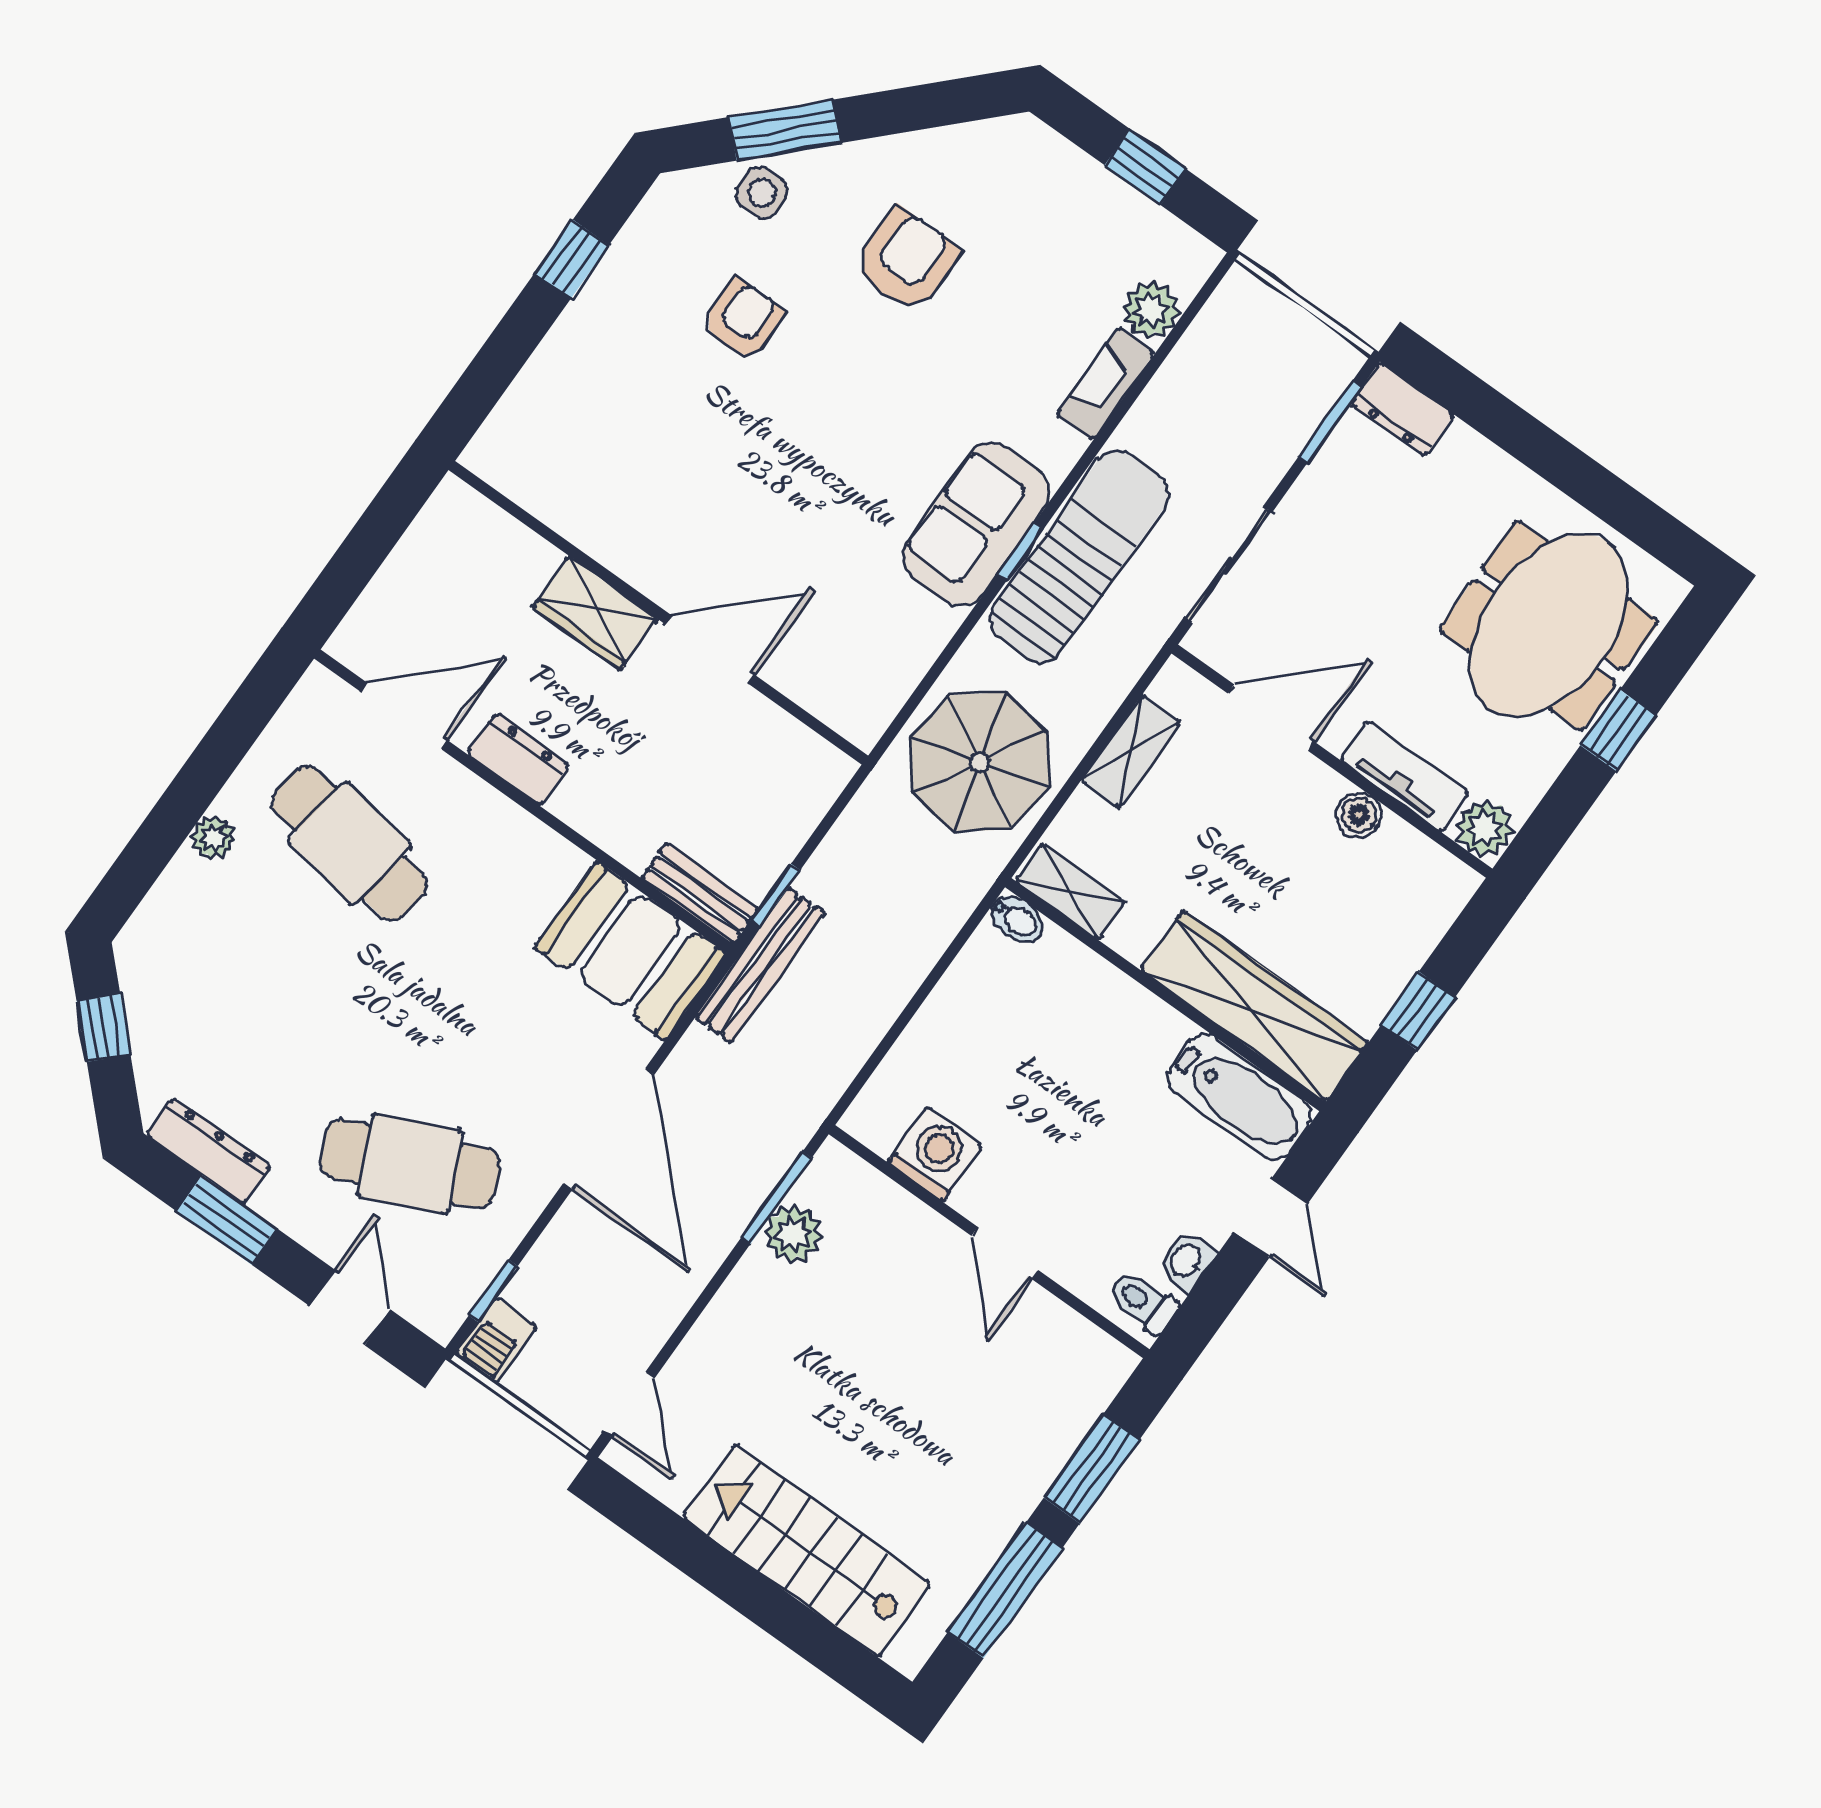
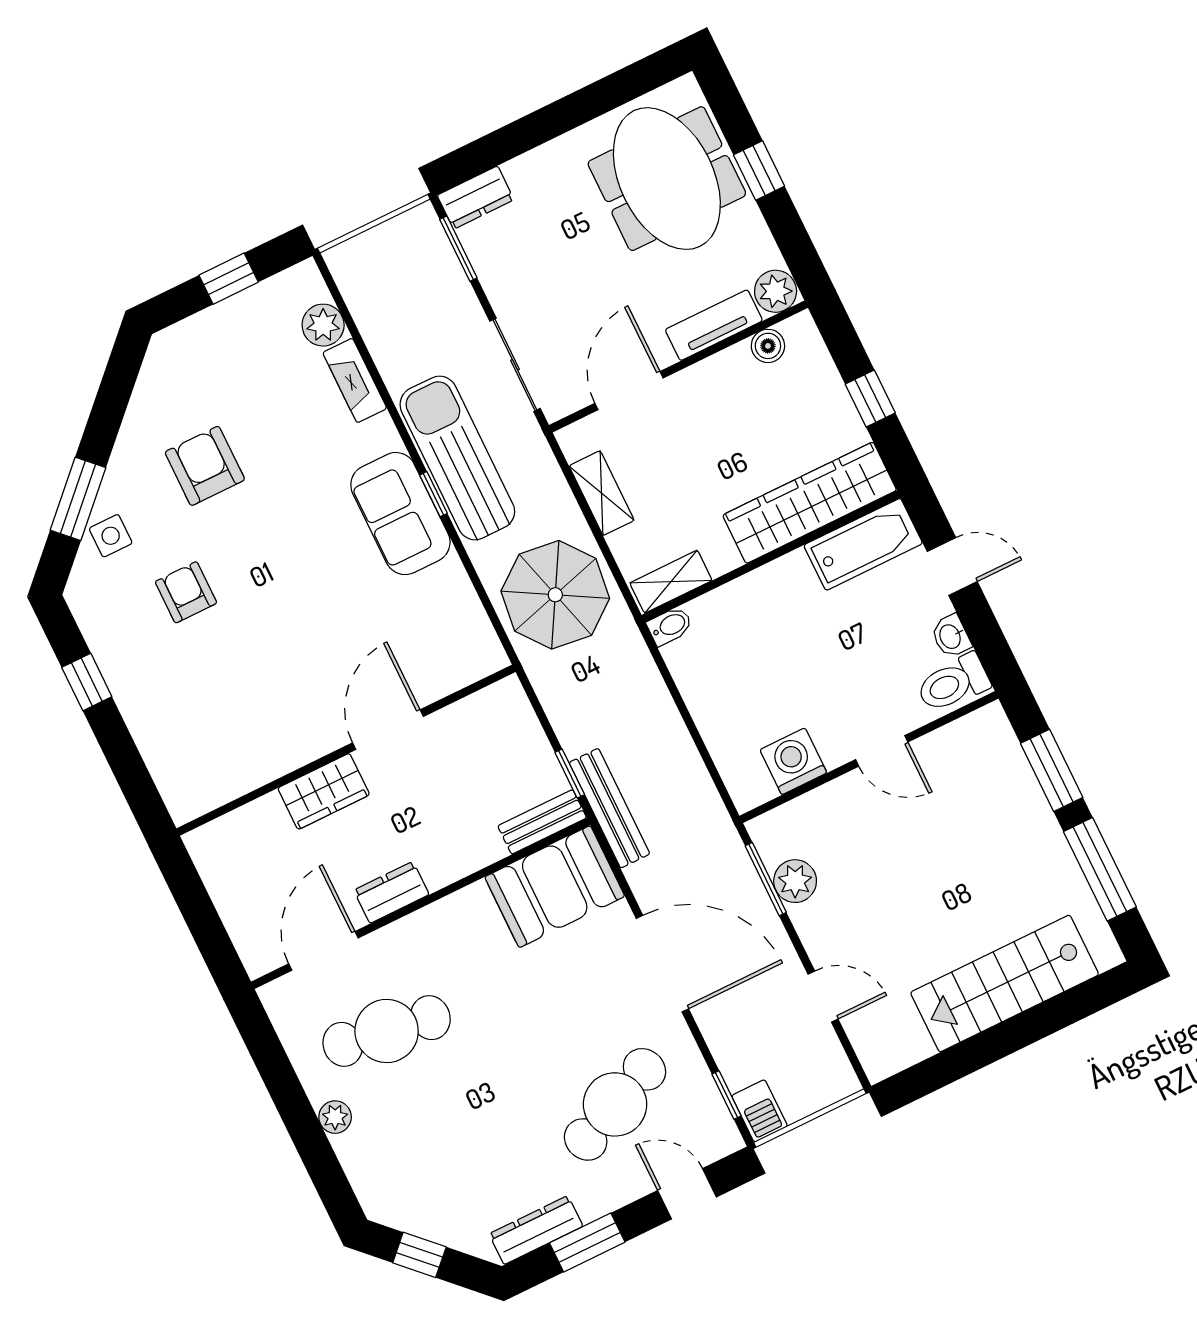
boiler: (1359, 815) -> (768, 346), moved
toilet: (1142, 1302) -> (953, 683), width x1.37, depth x1.39
door: (629, 1405) -> (823, 997), moved

